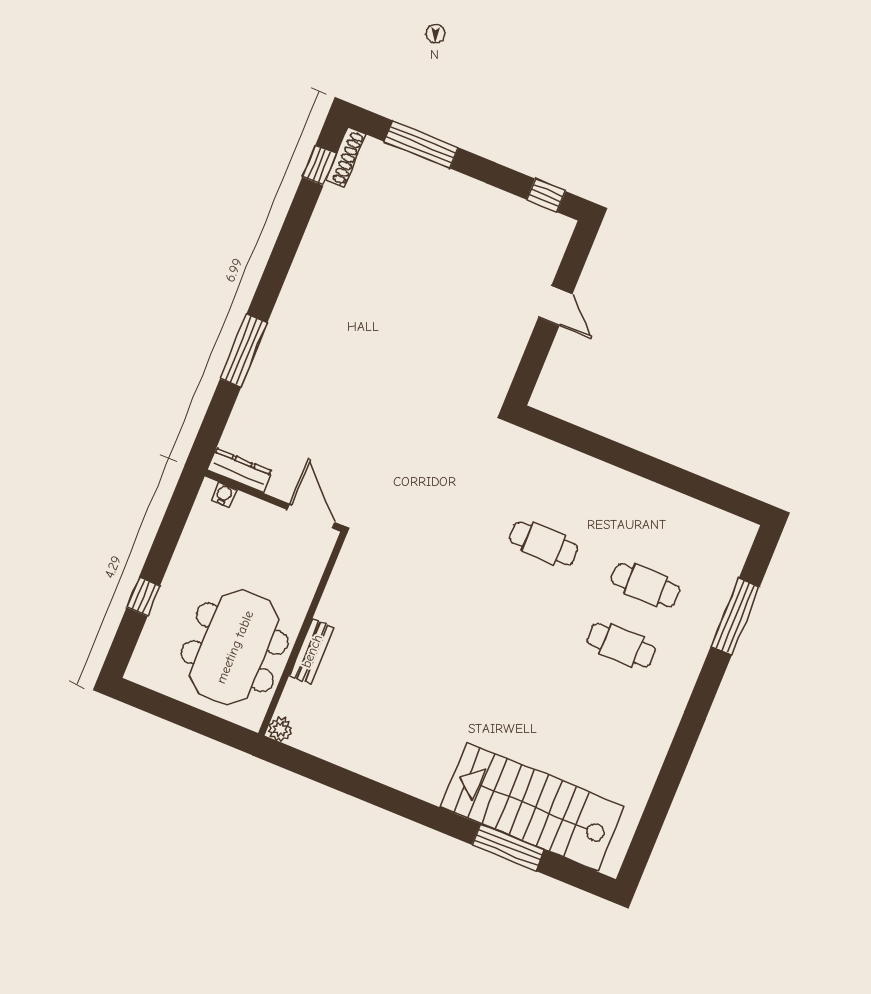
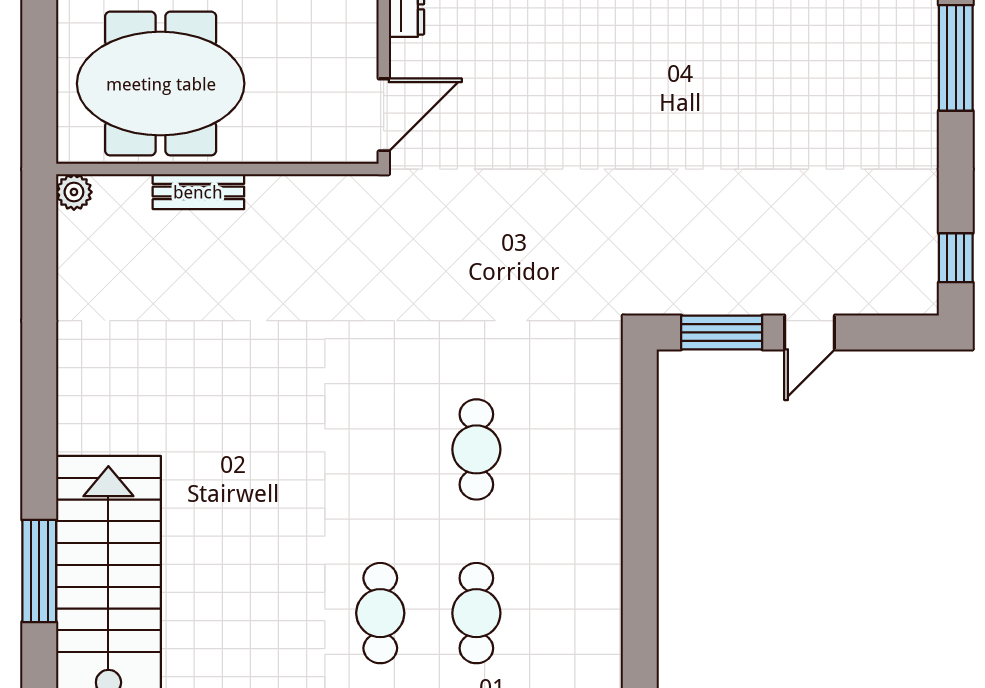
window: (533, 360) -> (722, 332), added

